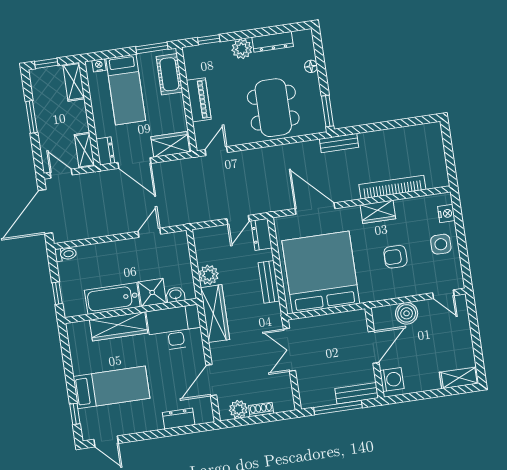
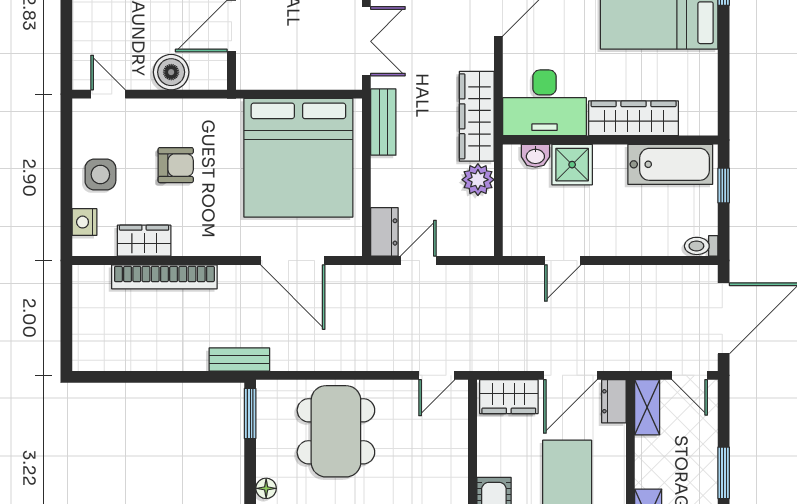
piano: (199, 100) -> (453, 461), removed
door: (134, 163) -> (570, 375), swing flipped
wardrobe: (378, 212) -> (144, 241), moved
bench: (269, 282) -> (383, 122), moved
bathtub: (112, 298) -> (670, 164), moved

